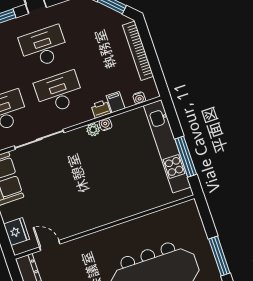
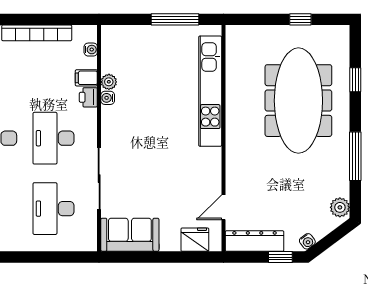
plant: (93, 130) -> (109, 82), moved
kitchen unit: (167, 146) -> (210, 91), moved, turned 90
window: (219, 256) -> (300, 19), width x0.46

